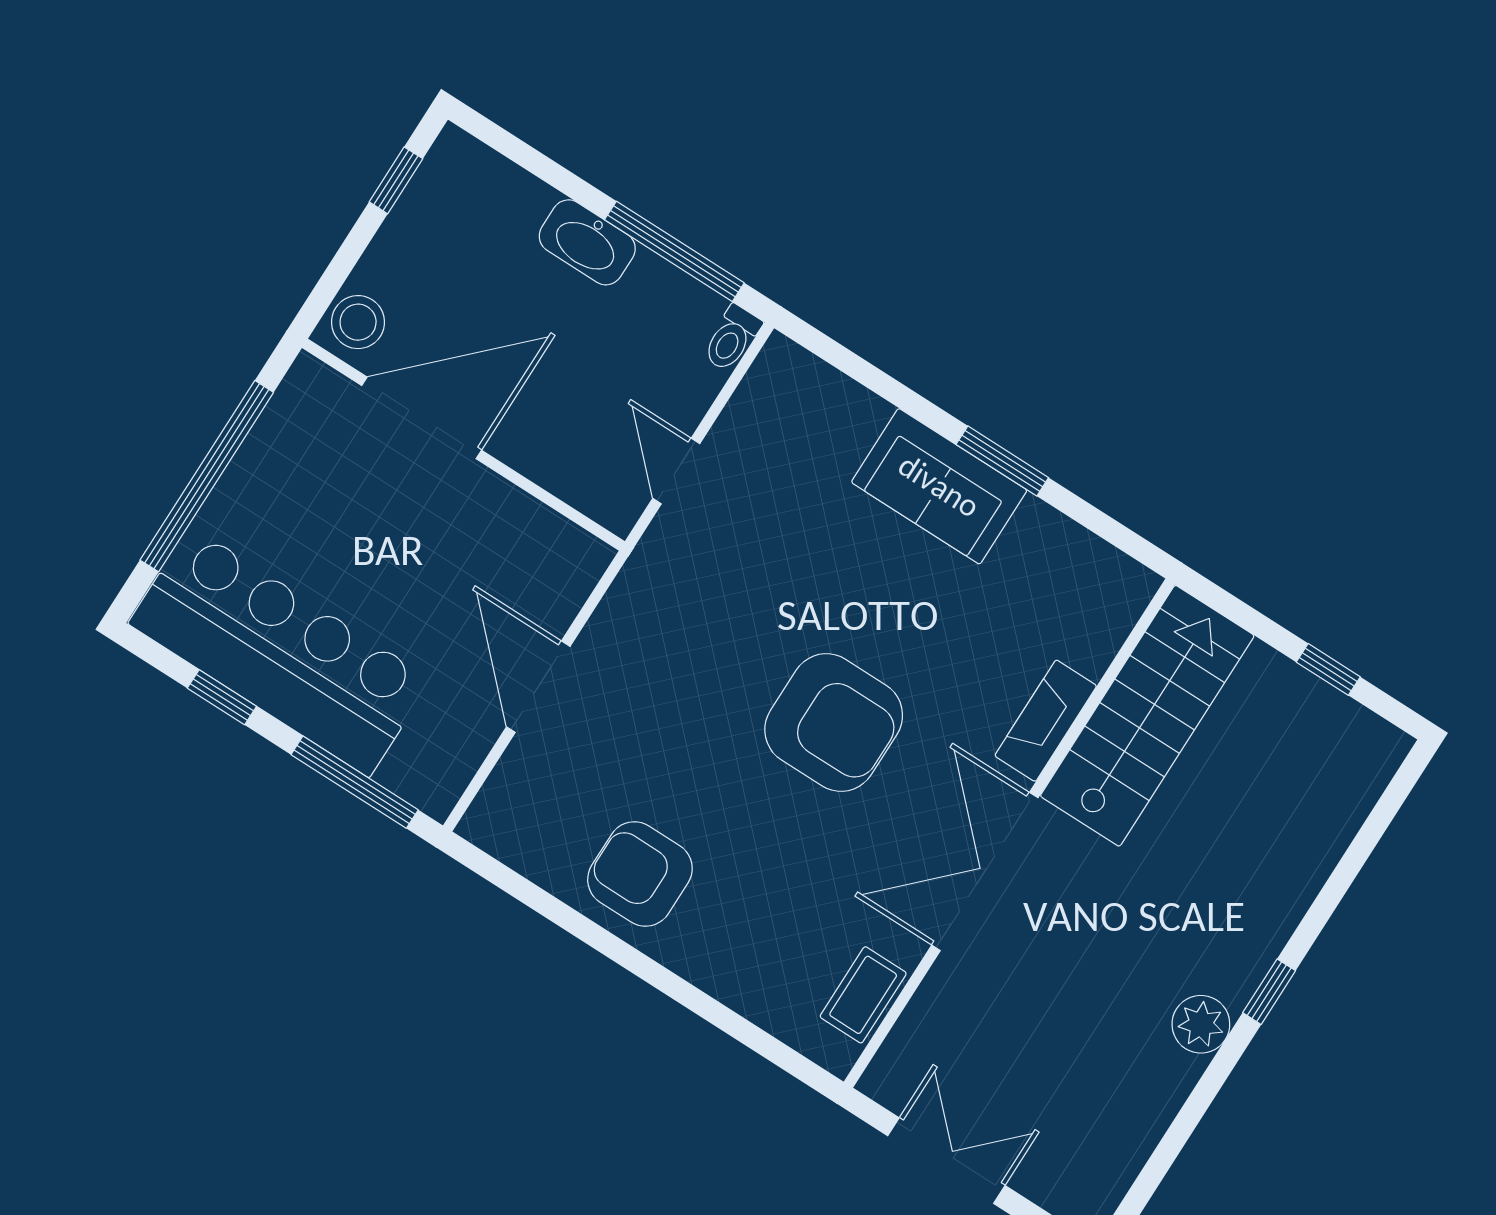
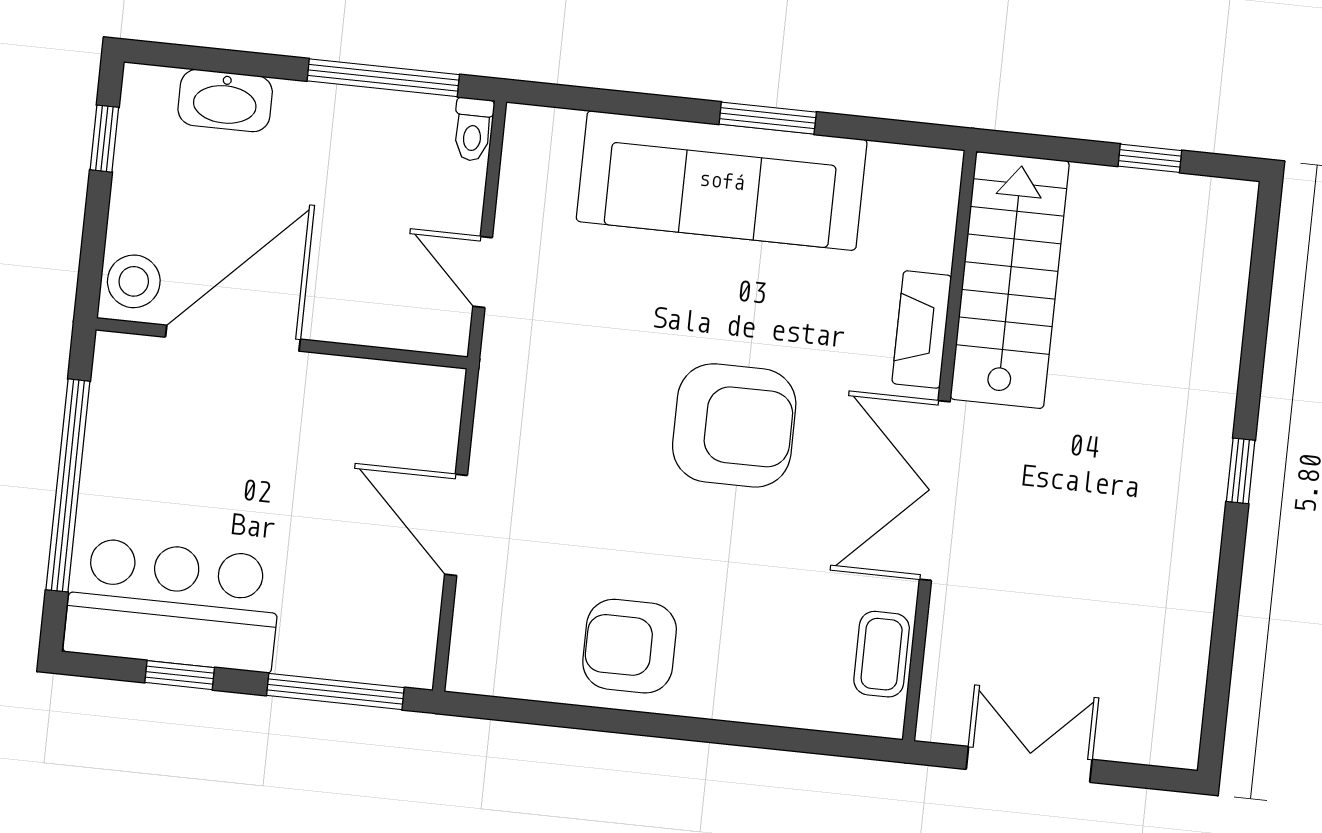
washbasin: (587, 242) -> (225, 101), moved
sofa: (939, 486) -> (722, 181), width x1.85, depth x1.27
bar counter: (280, 652) -> (173, 605), width x0.73
plant: (1201, 1024) -> (1195, 530), removed

